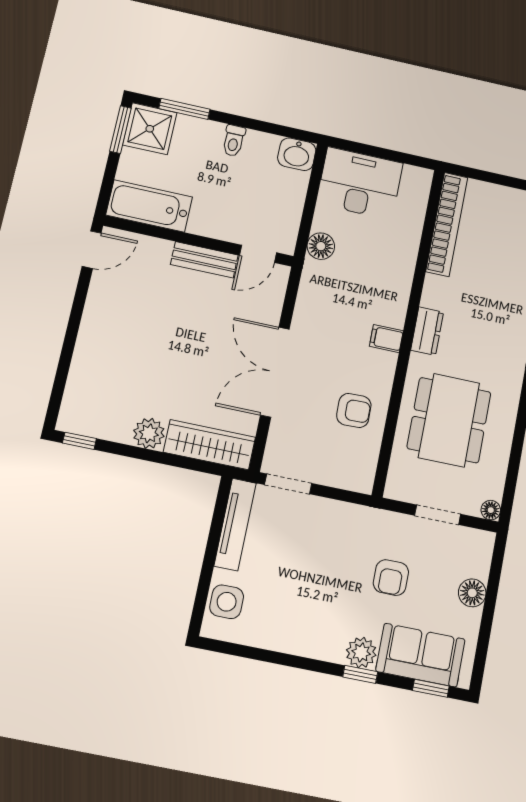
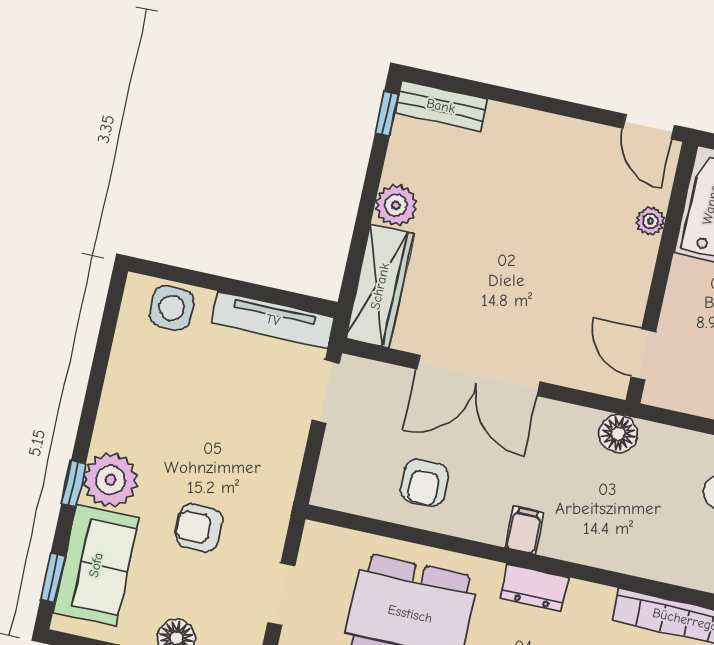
floor lamp: (321, 246) -> (618, 434), moved
plant: (161, 249) -> (650, 221), added
bench: (204, 260) -> (441, 106), moved, turned 90
double door: (275, 372) -> (478, 375), swing flipped
plant: (361, 653) -> (110, 480), width x1.36, depth x1.36

